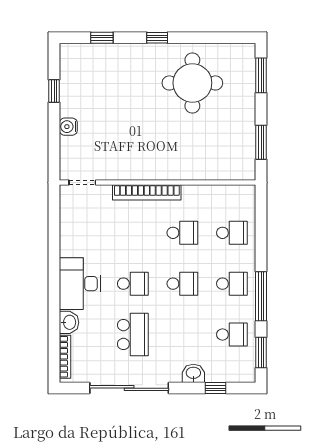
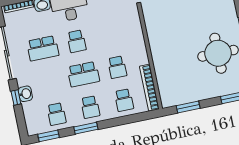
bookcase: (147, 192) -> (149, 88), moved
school desk: (182, 284) -> (83, 74), width x1.85
window: (261, 296) -> (86, 128), width x0.69
window: (216, 388) -> (16, 98), moved

